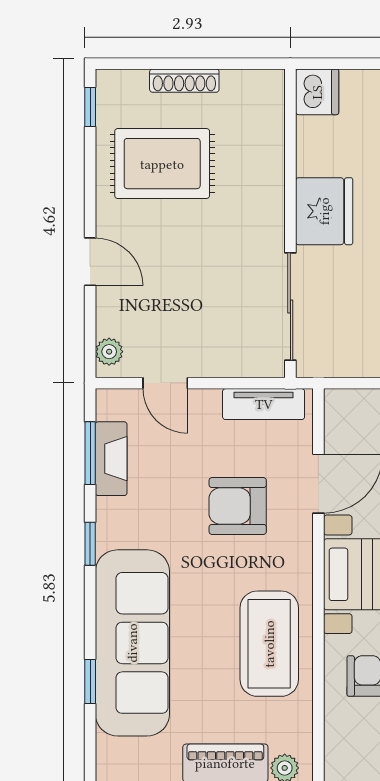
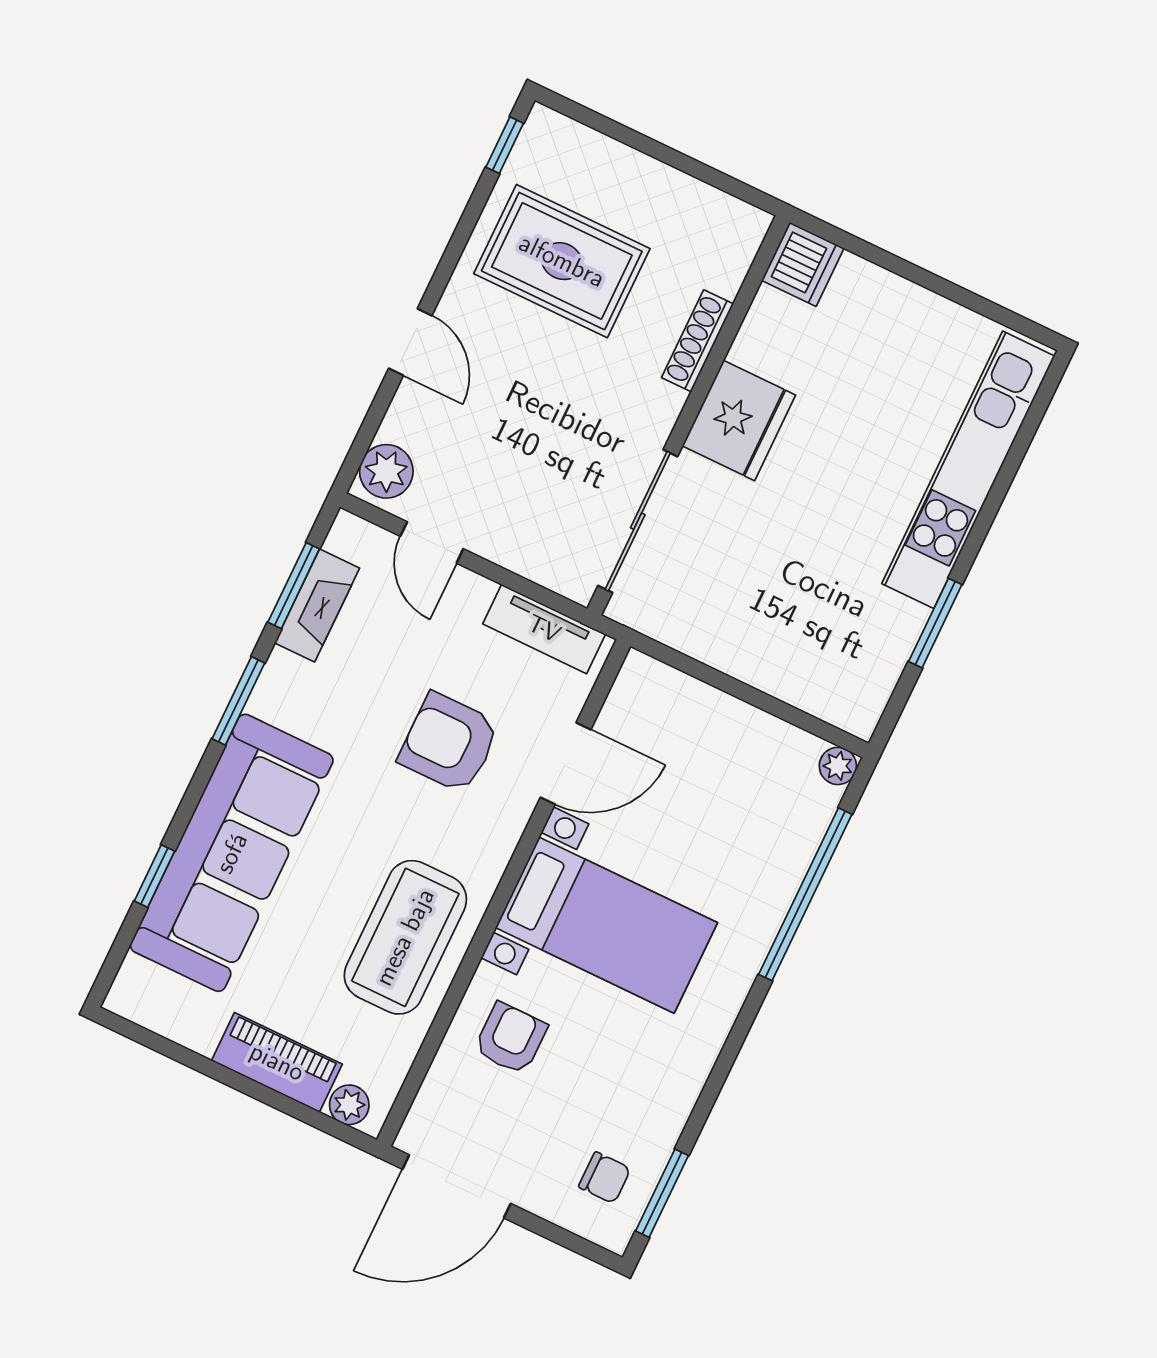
shoe rack: (184, 81) -> (698, 341), moved, turned 90
plant: (109, 352) -> (386, 471), width x1.38, depth x1.38
window: (90, 544) -> (238, 701), width x1.50

